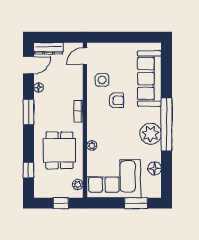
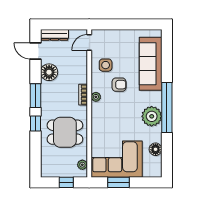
door: (28, 65) -> (35, 51), swing flipped
floor lamp: (39, 87) -> (49, 72), width x1.89, depth x1.89
plant: (92, 146) -> (96, 97), moved
dining table: (59, 150) -> (65, 132), turned 90
window: (28, 170) -> (35, 124), moved
window: (136, 203) -> (119, 182), moved

